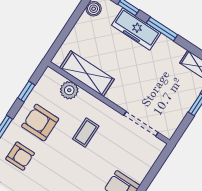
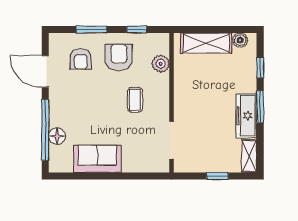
freezer: (136, 29) -> (246, 116), moved
shelving: (87, 74) -> (206, 43), moved, turned 90
coffee table: (86, 133) -> (135, 100), turned 90

